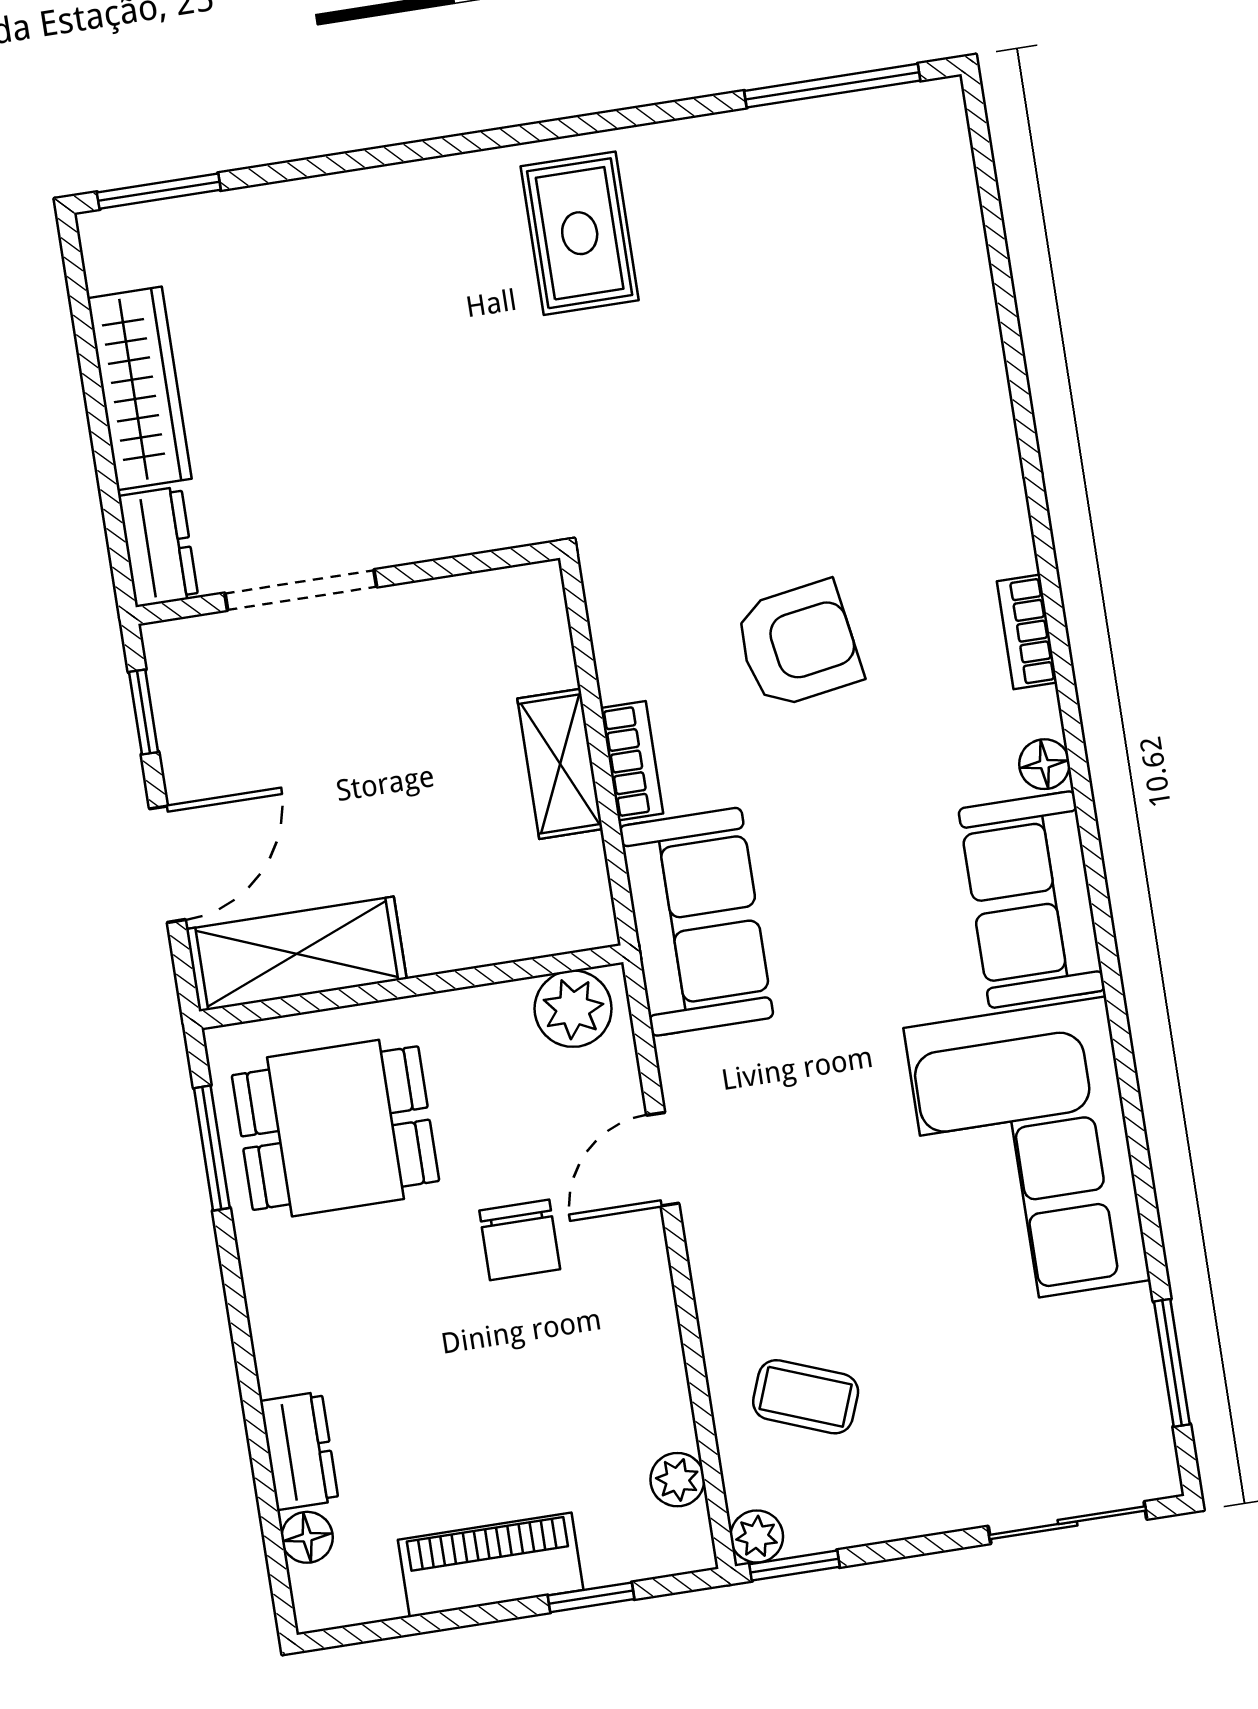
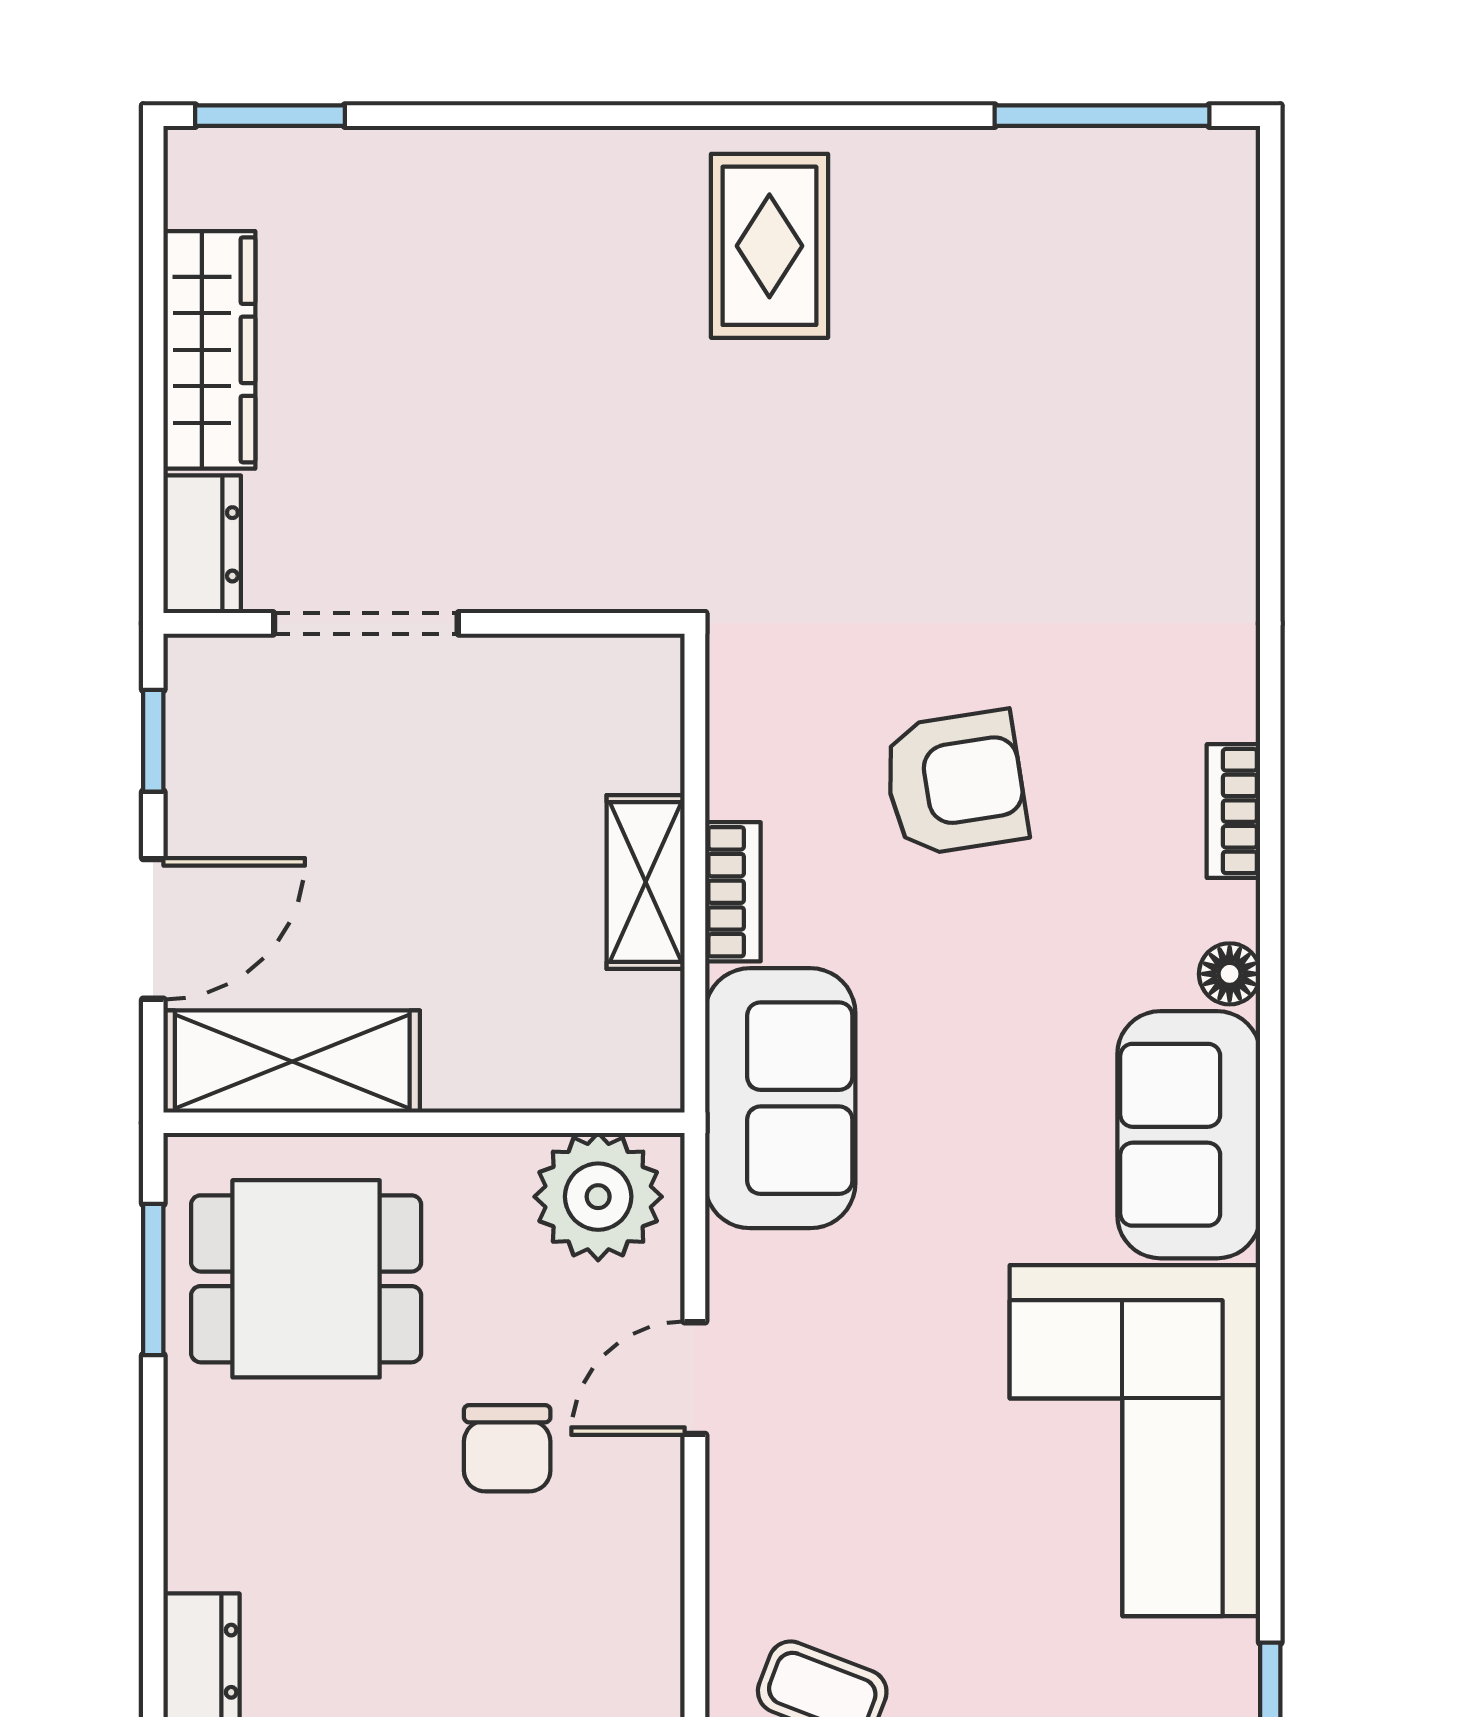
plant: (573, 1009) -> (598, 1197), width x1.36, depth x1.36

